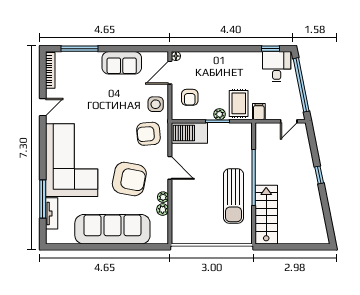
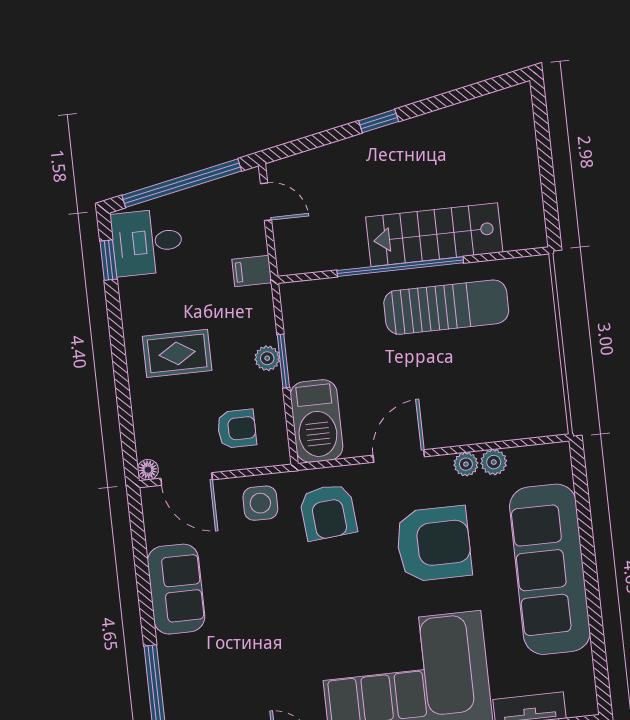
rug: (239, 103) -> (177, 353), moved
armchair: (129, 179) -> (434, 544), turned 79
stairs: (266, 215) -> (434, 235), moved

